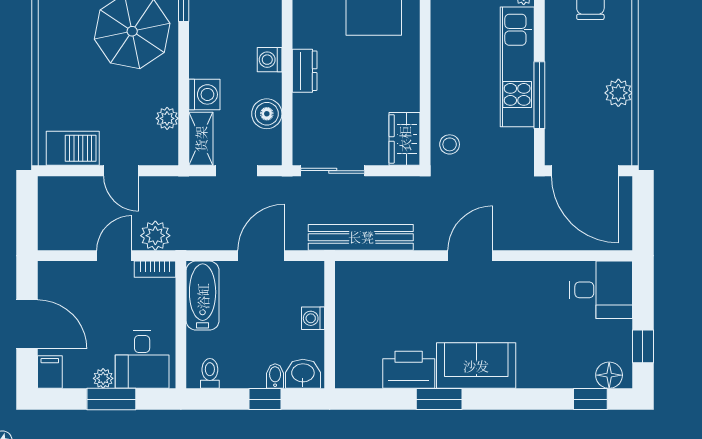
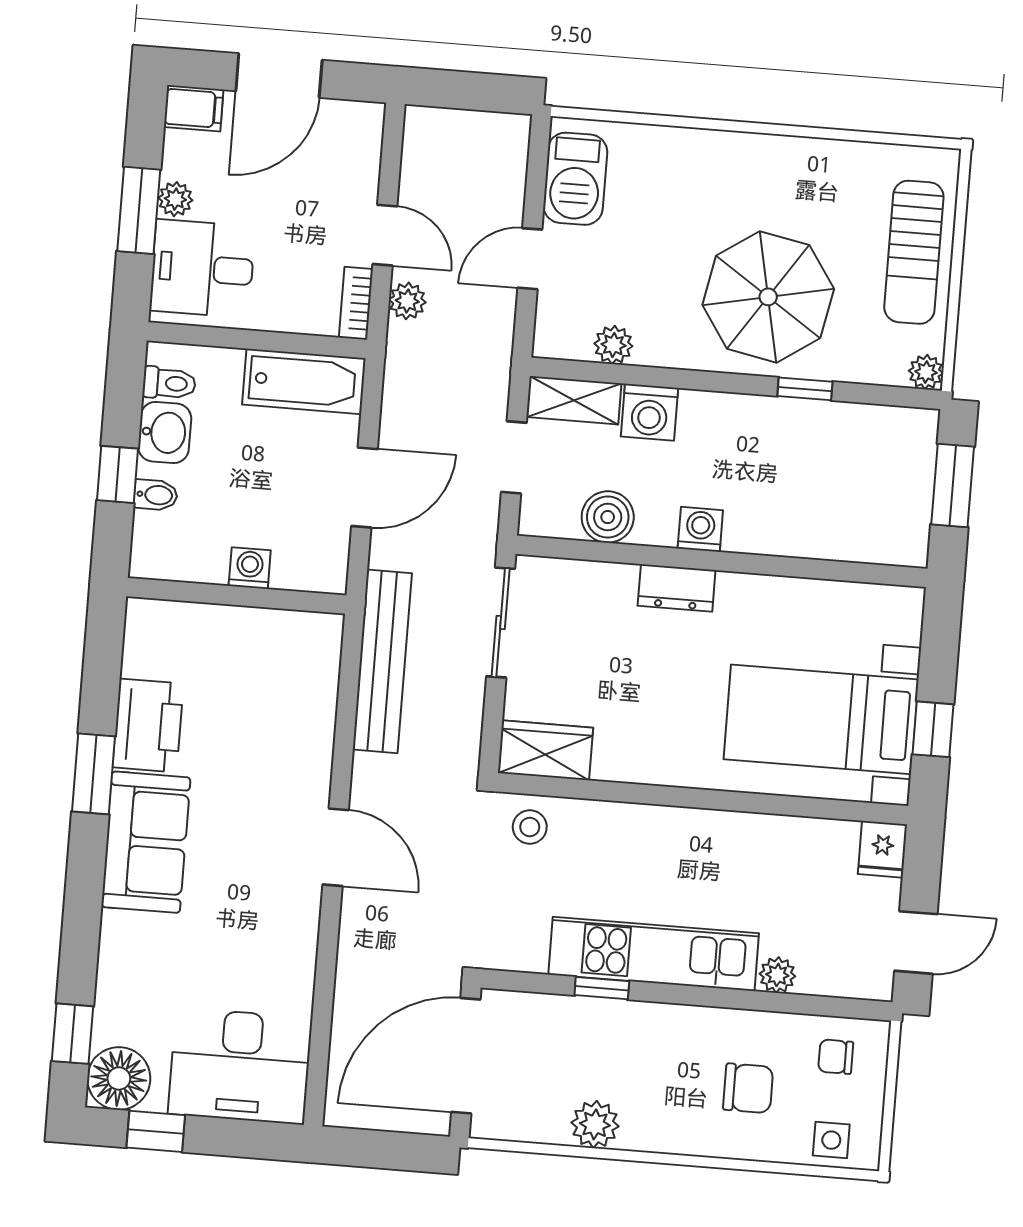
window: (539, 95) -> (602, 988), width x0.46
plant: (155, 236) -> (407, 301), width x0.73, depth x0.73
door: (261, 256) -> (365, 488), hinge flipped
desk: (601, 290) -> (240, 1066), width x1.37
washbasin: (303, 374) -> (165, 432), moved
floor lamp: (609, 375) -> (119, 1078), width x1.38, depth x1.38

